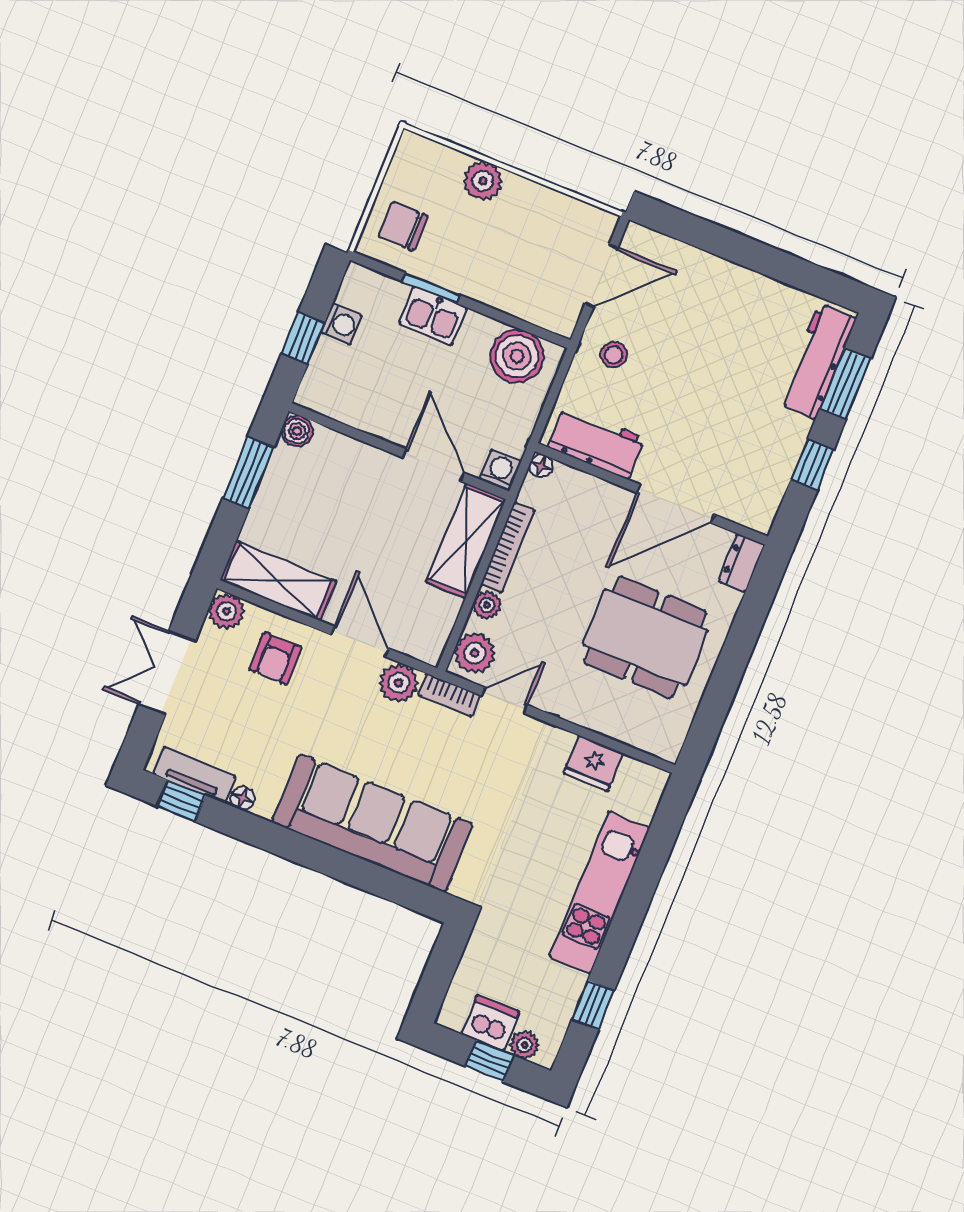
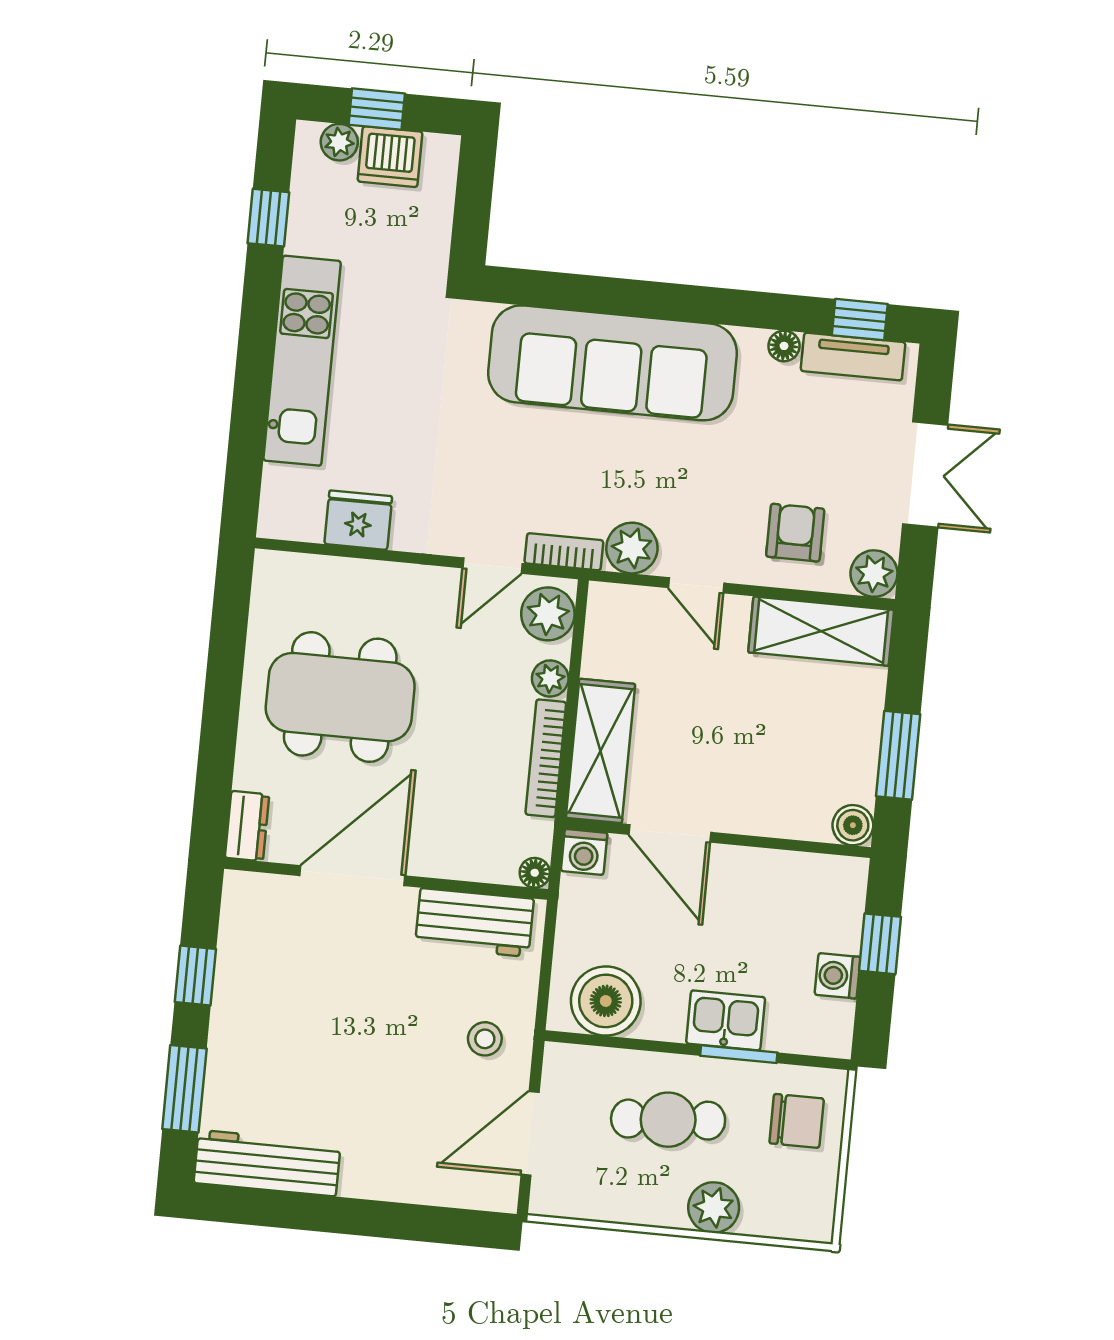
cafe table: (497, 255) -> (668, 1120), added
workbench: (817, 361) -> (267, 1163), moved, turned -90
door: (360, 641) -> (696, 585), width x0.73

